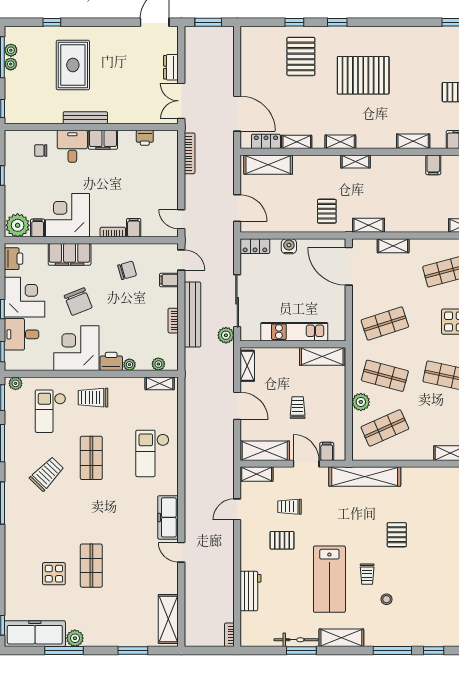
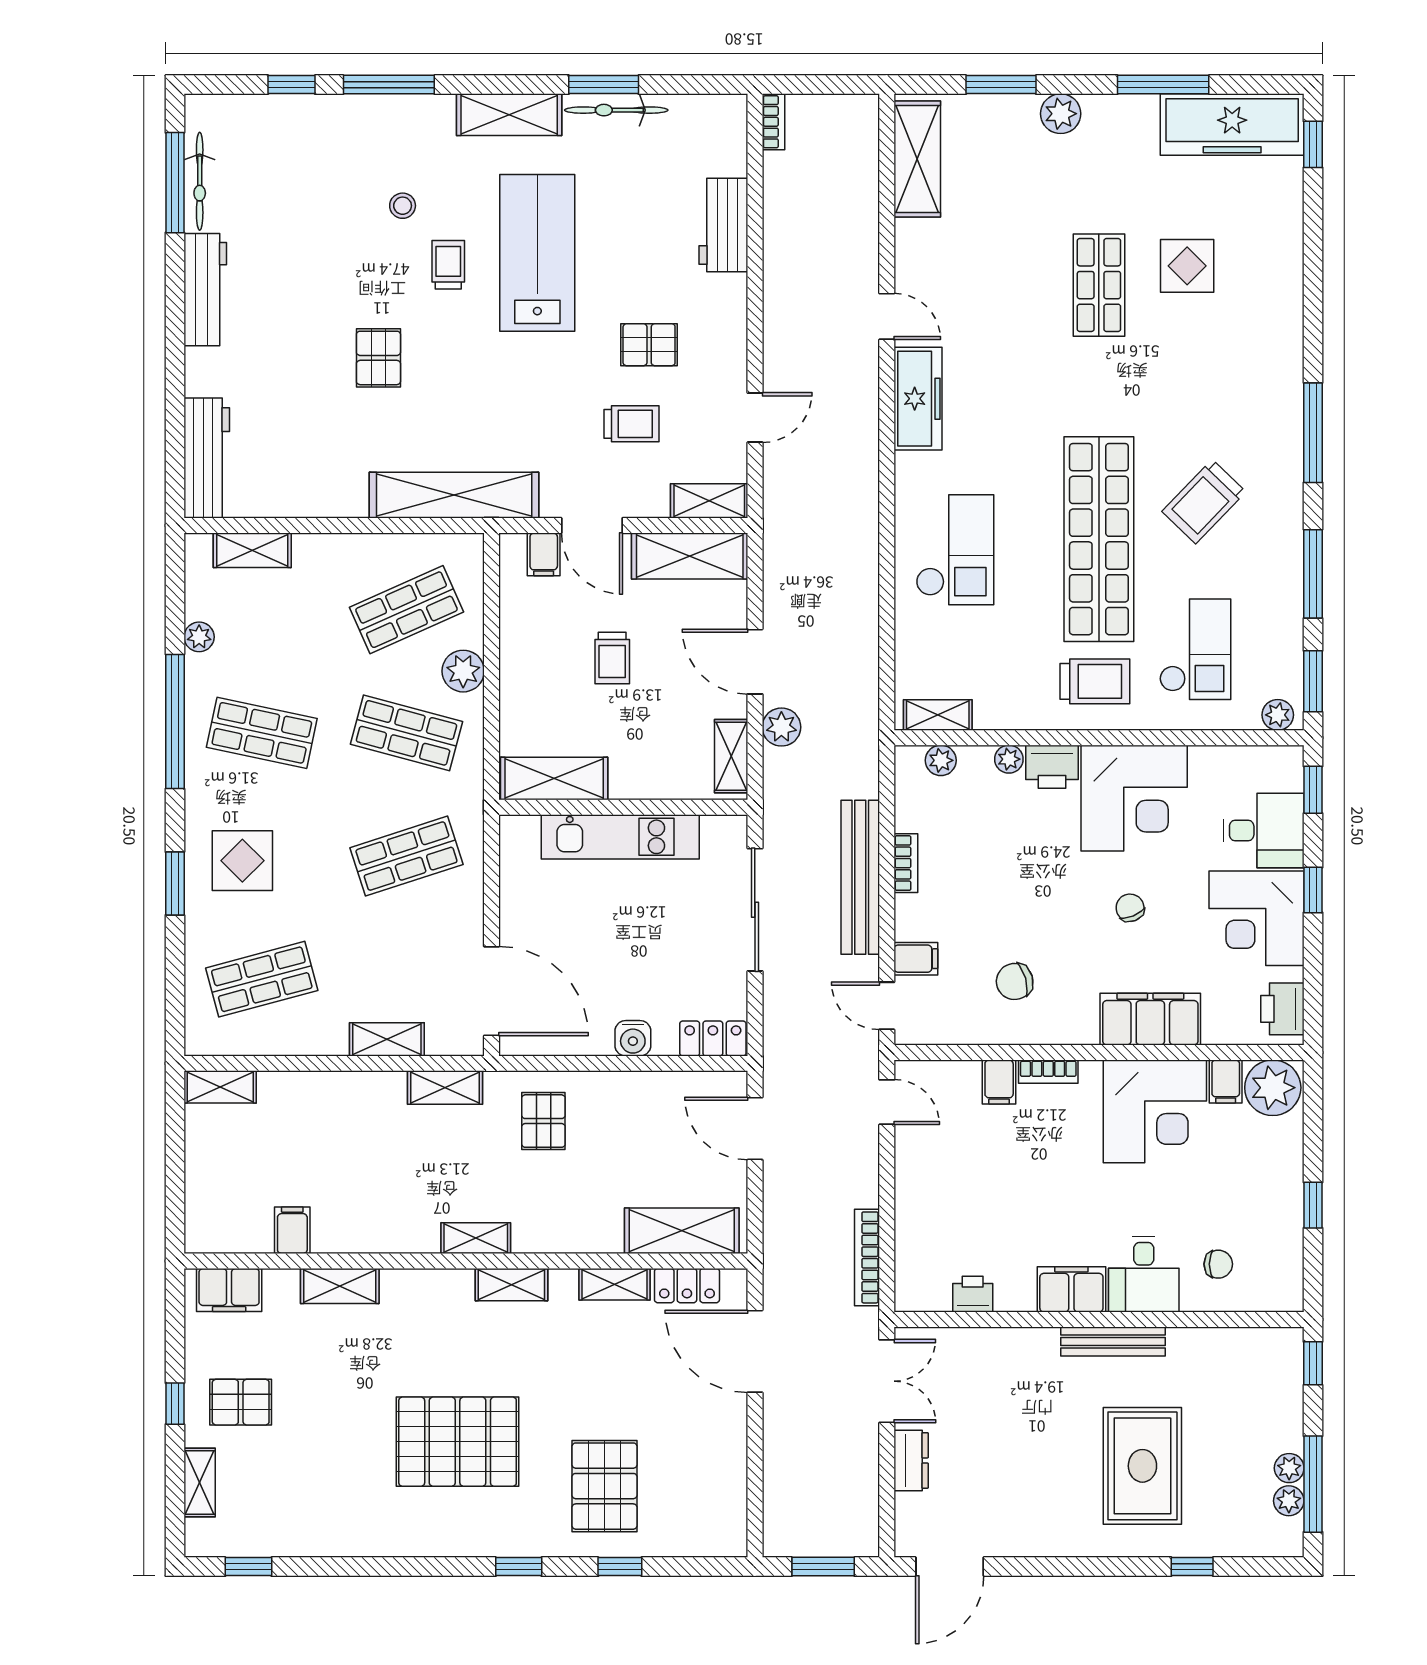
chair: (78, 302) -> (1130, 908), width x0.54, depth x0.54
plant: (226, 335) -> (781, 727), moved
shop shelf: (91, 458) -> (1099, 539), width x2.00, depth x1.36
plant: (75, 638) -> (1061, 114), moved

